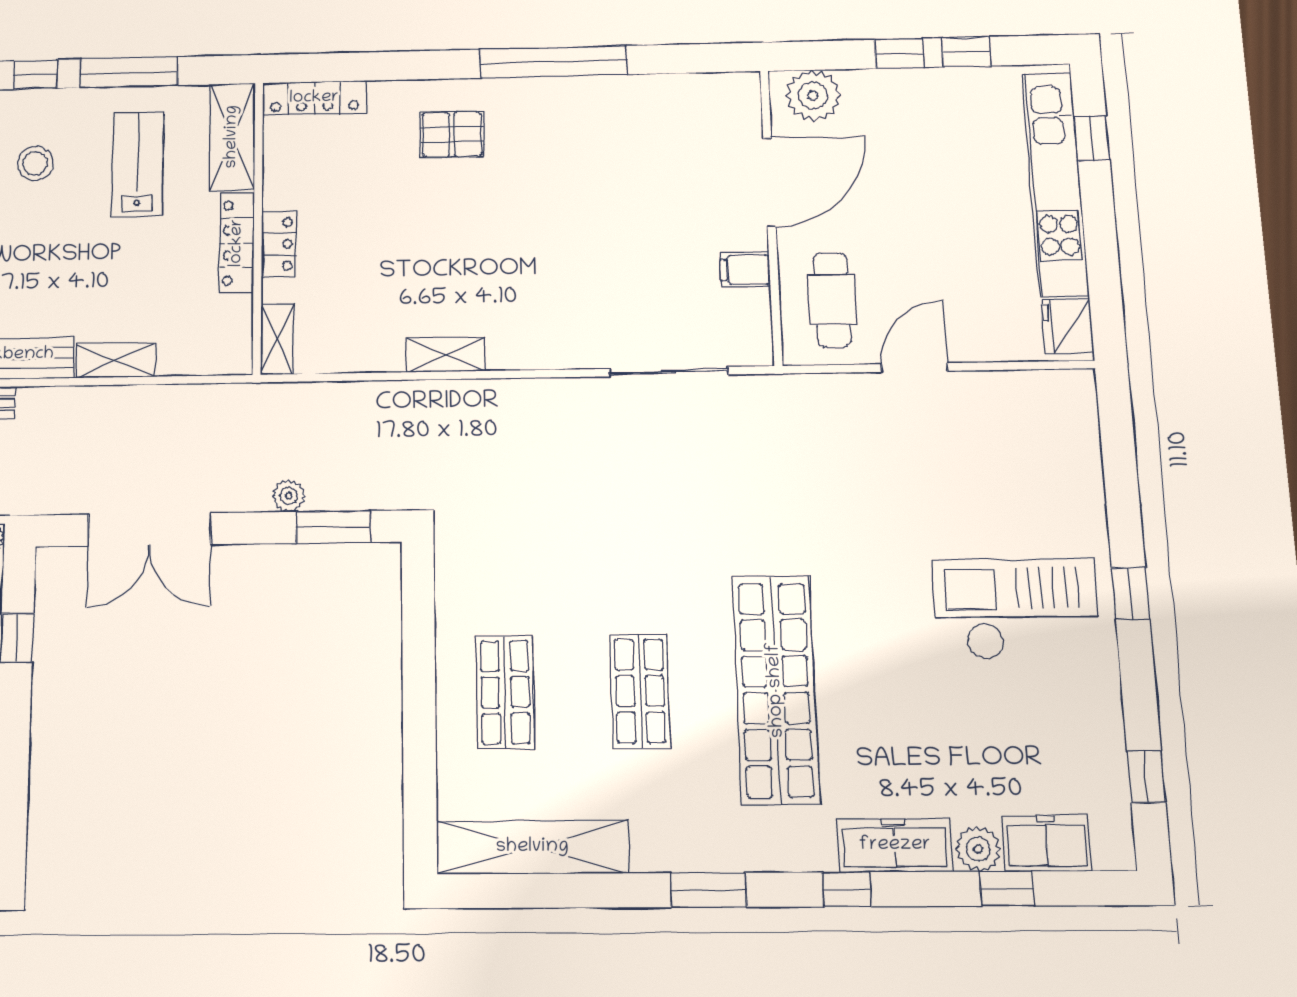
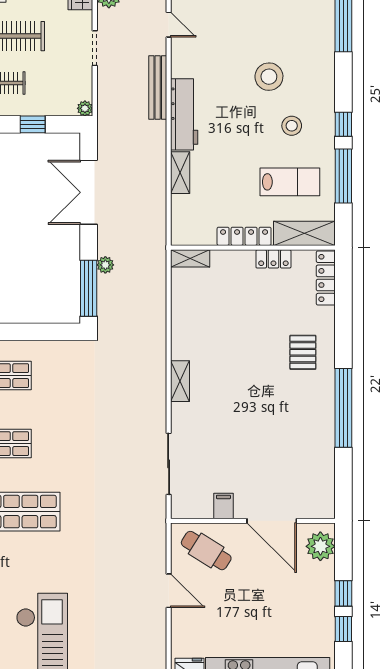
locker: (279, 244) -> (273, 259), moved
cafe table: (832, 300) -> (206, 551), turned 32
shelving: (446, 355) -> (180, 381), moved
window: (333, 527) -> (89, 288), width x1.44

